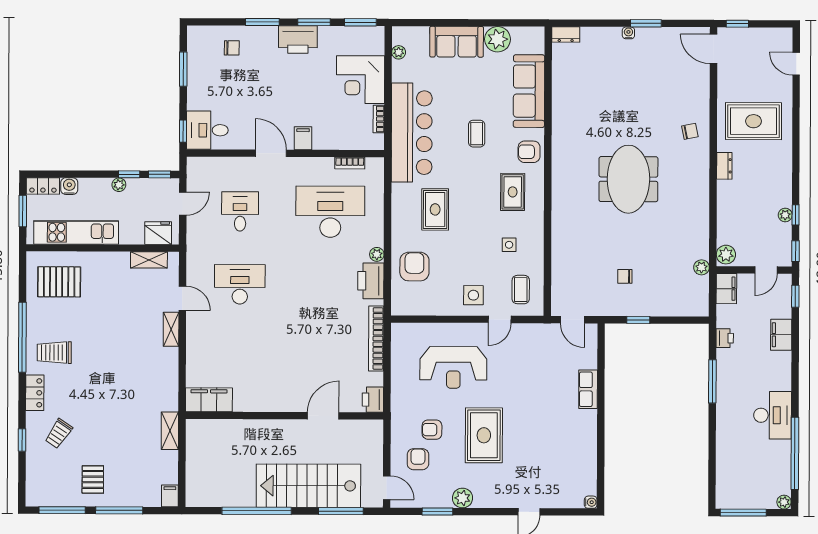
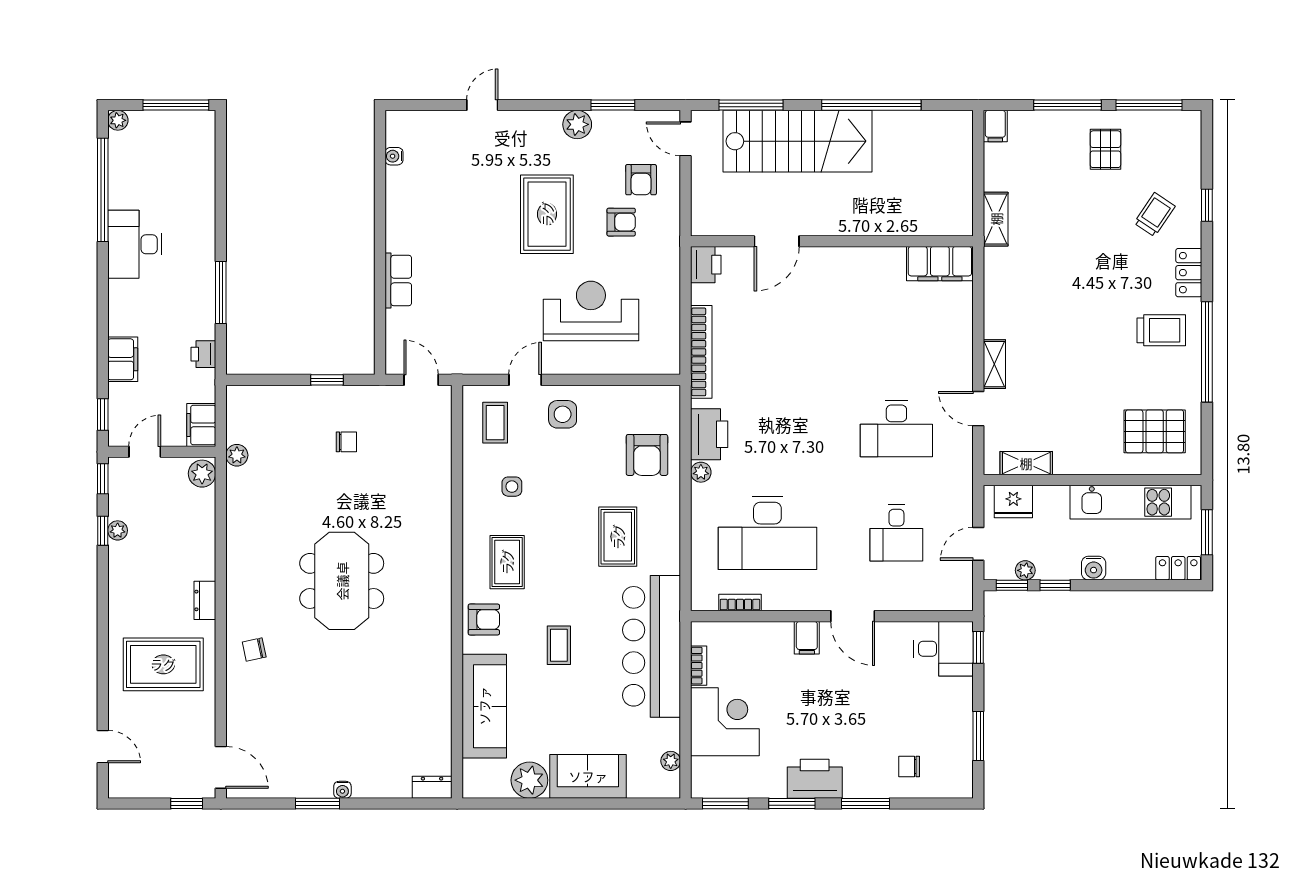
plant: (119, 185) -> (1025, 570), moved
water cooler: (69, 186) -> (1094, 568), moved
water cooler: (591, 502) -> (394, 156), moved

